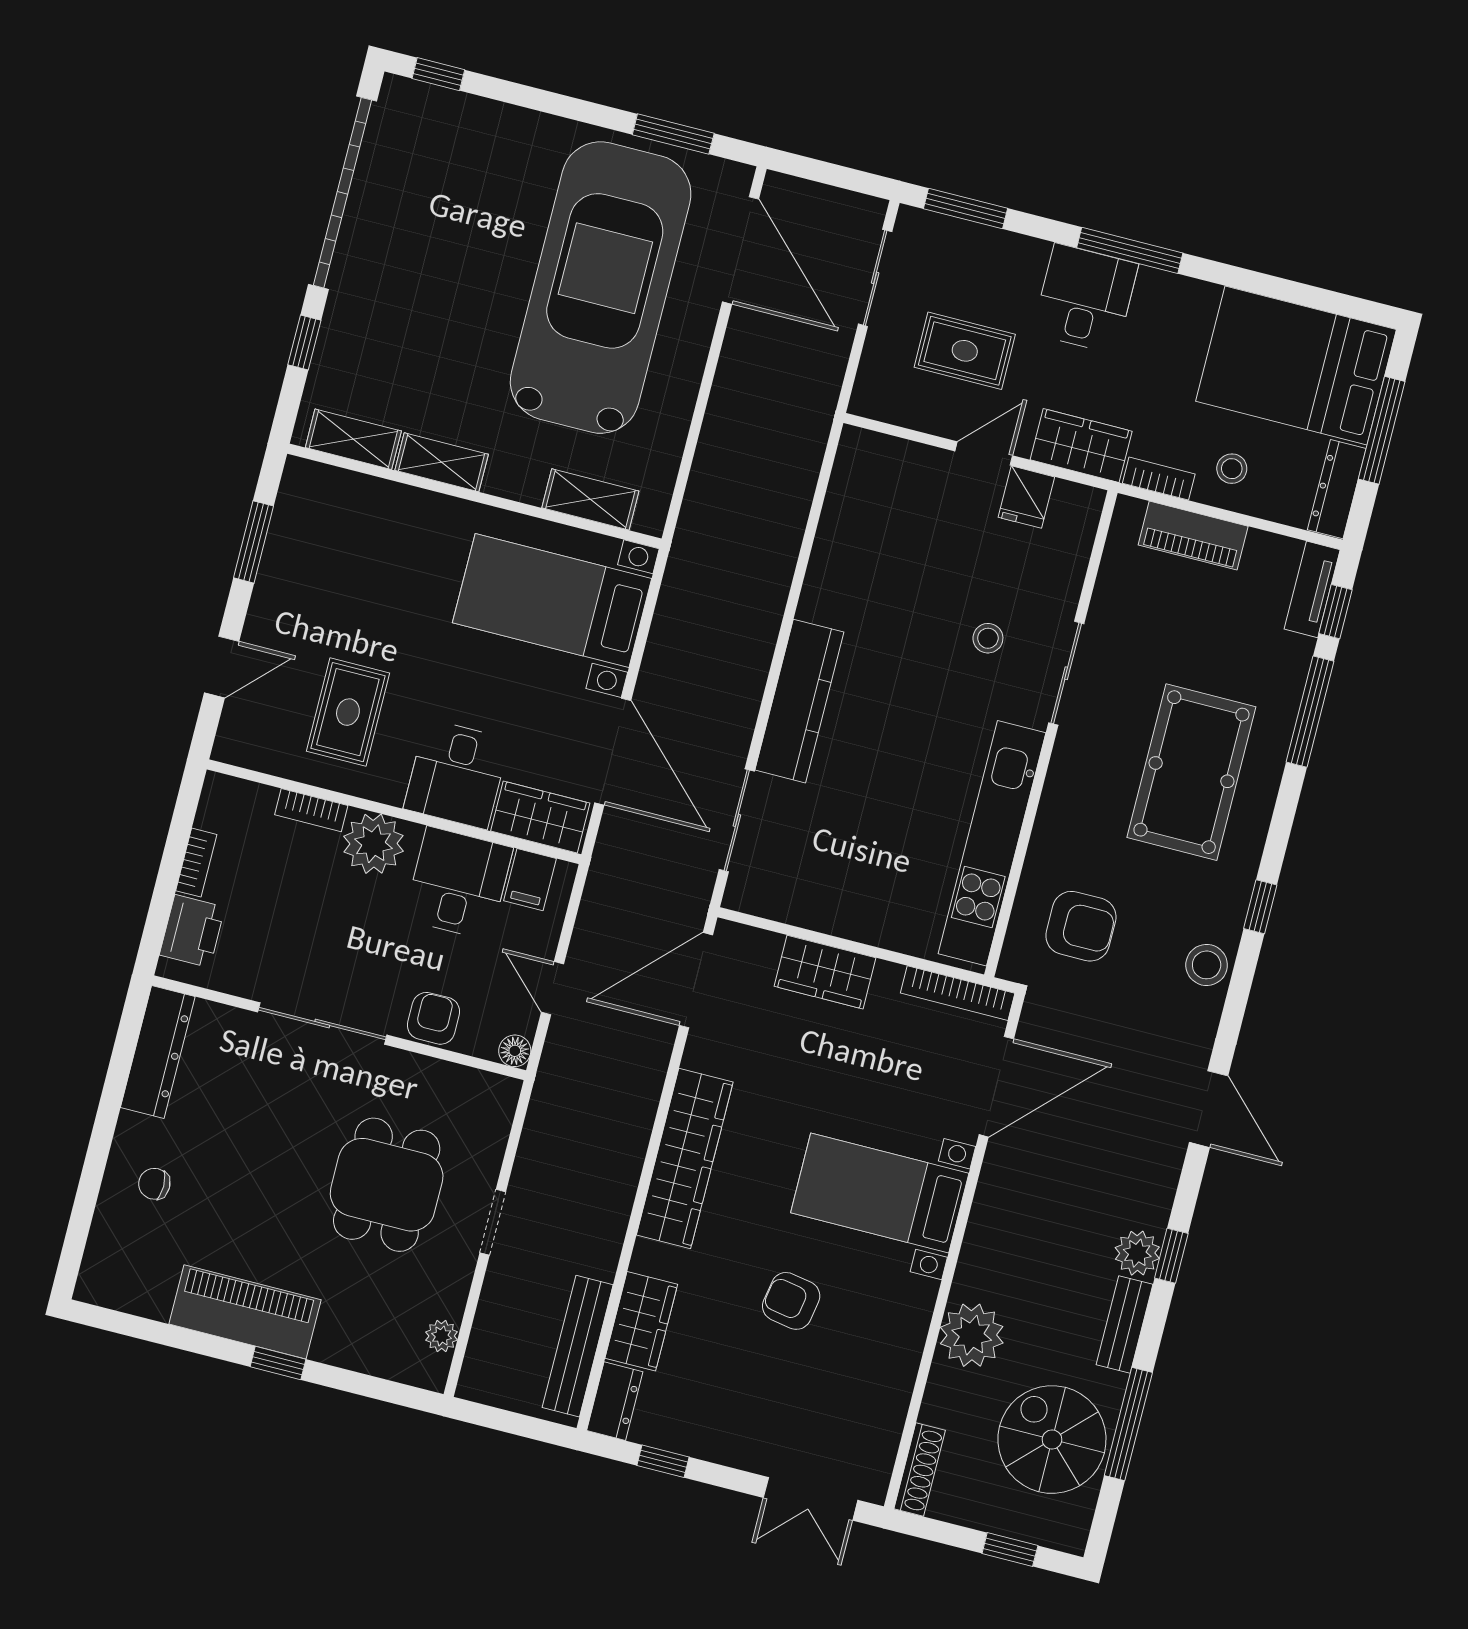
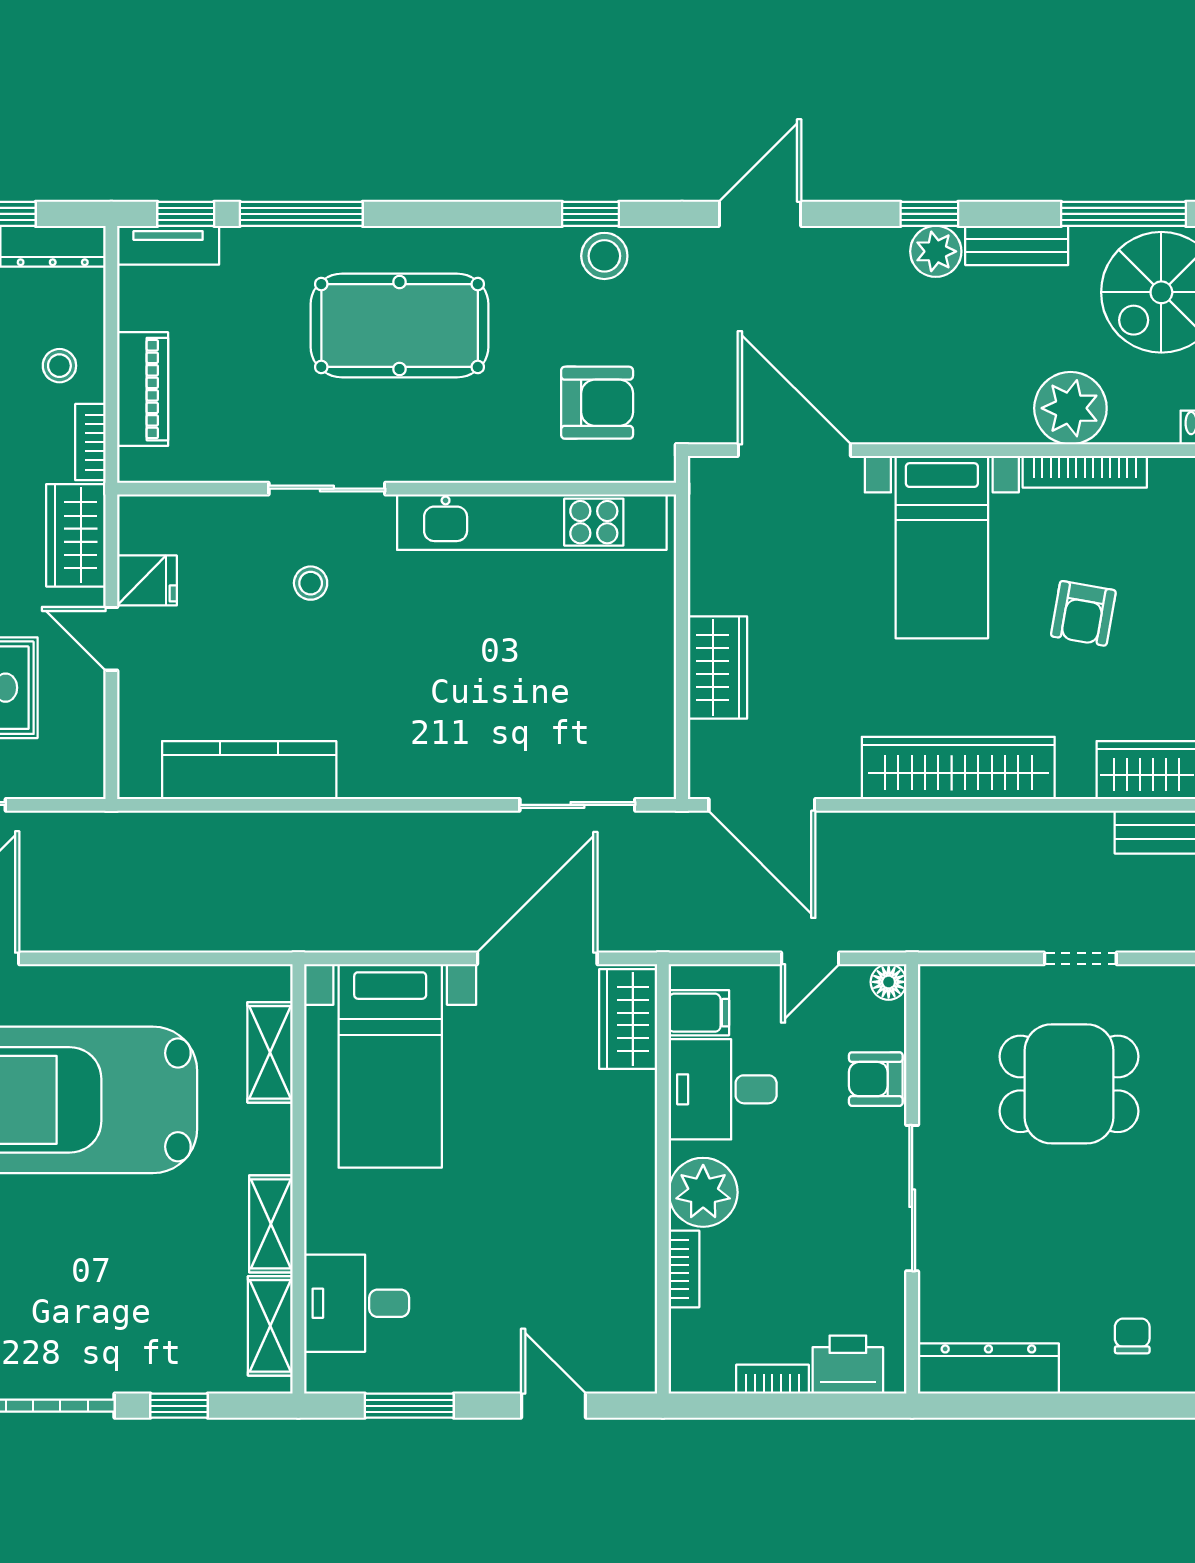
kitchen counter: (799, 701) -> (249, 770), moved
rug: (348, 712) -> (567, 1256), removed
desk: (457, 774) -> (357, 1303), moved, turned 180
window: (1260, 907) -> (591, 214), moved
armchair: (1081, 926) -> (597, 403), turned 90
bookcase: (958, 993) -> (1085, 472), moved, turned 90
chair: (154, 1184) -> (1132, 1336), turned 180

